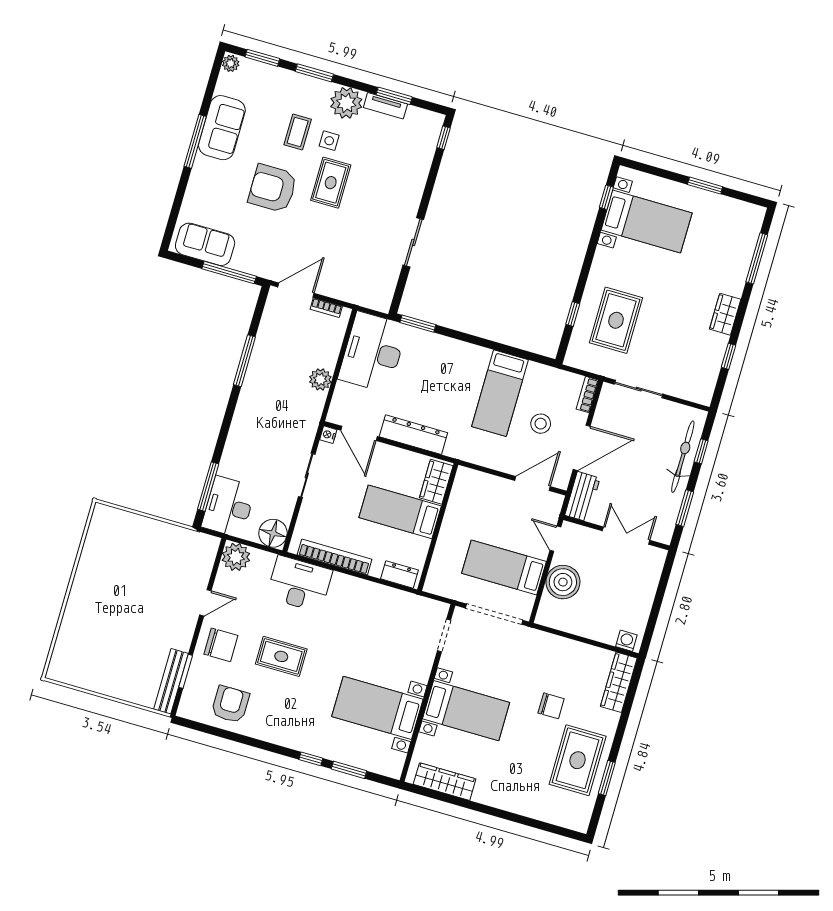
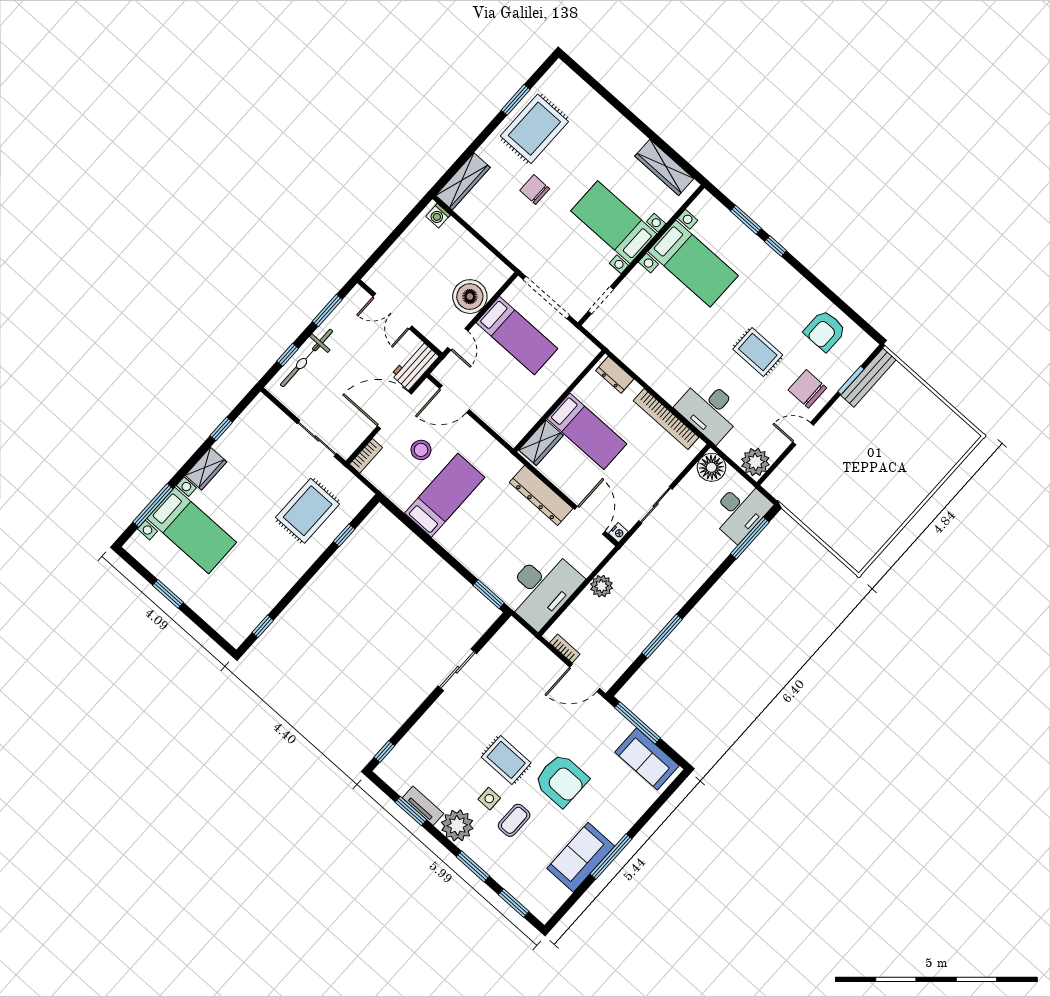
plant: (231, 63) -> (545, 912), removed
rug: (331, 183) -> (506, 760), turned 90
bed with nightstands: (647, 222) -> (192, 530), moved, turned 180

